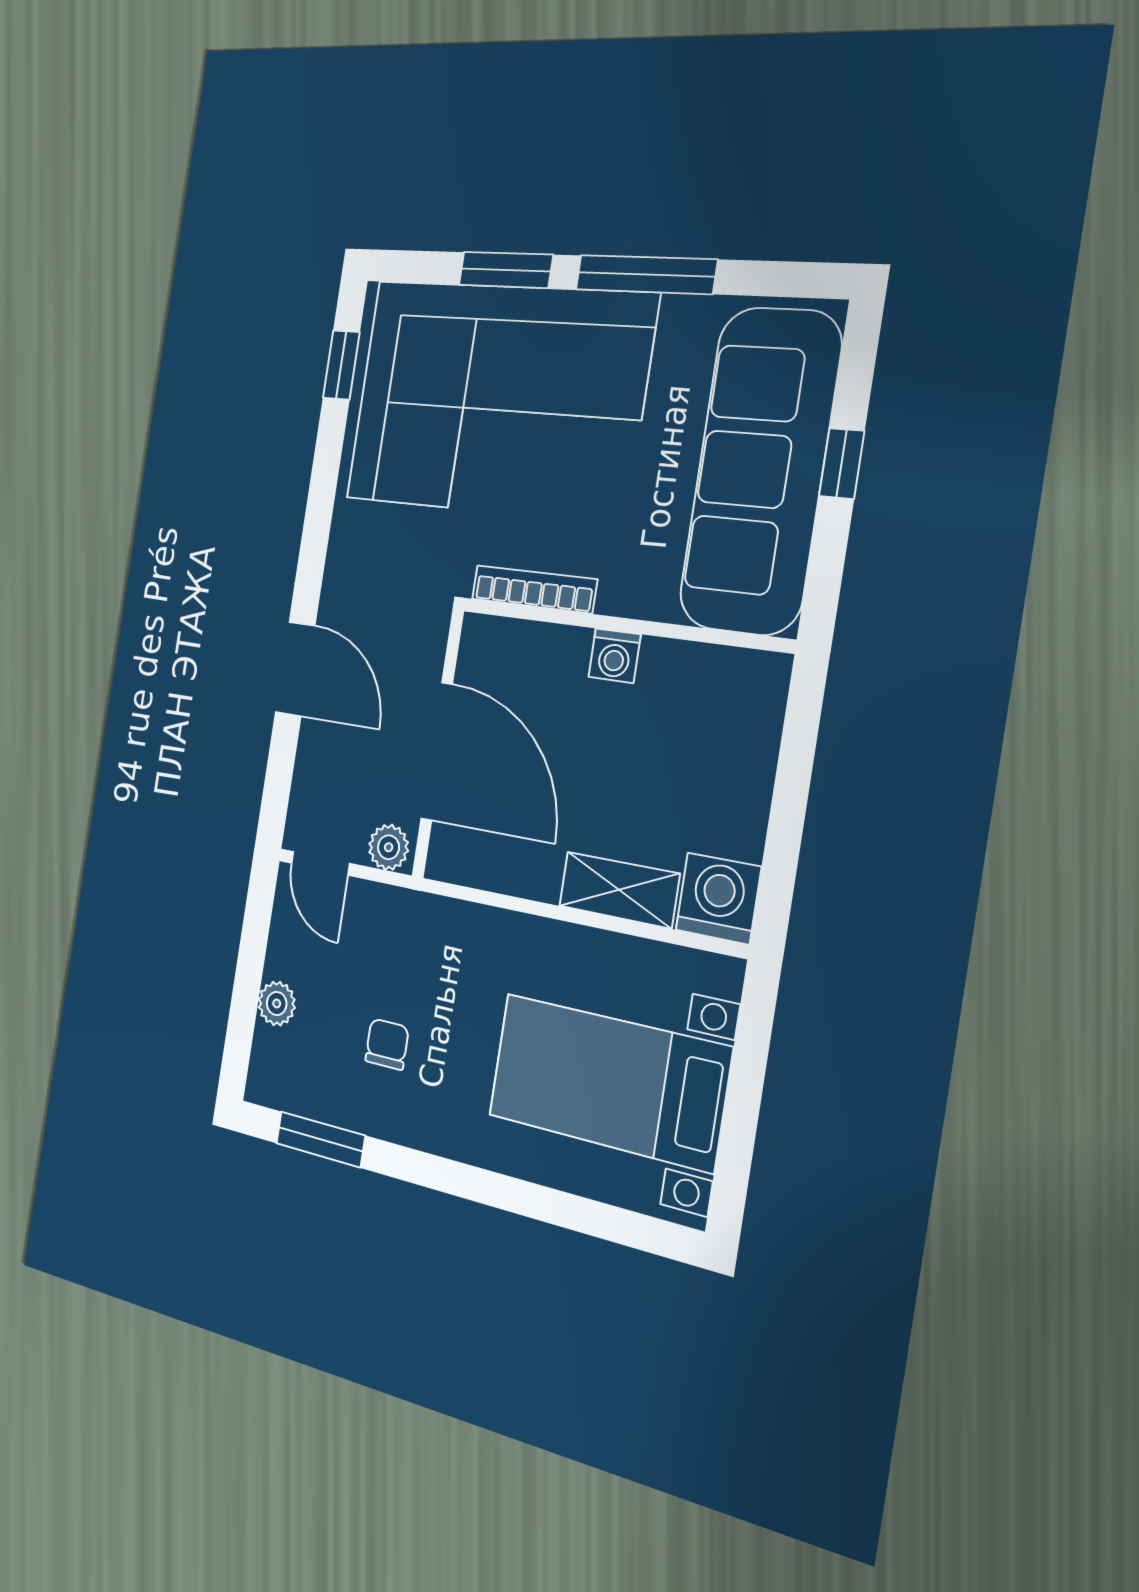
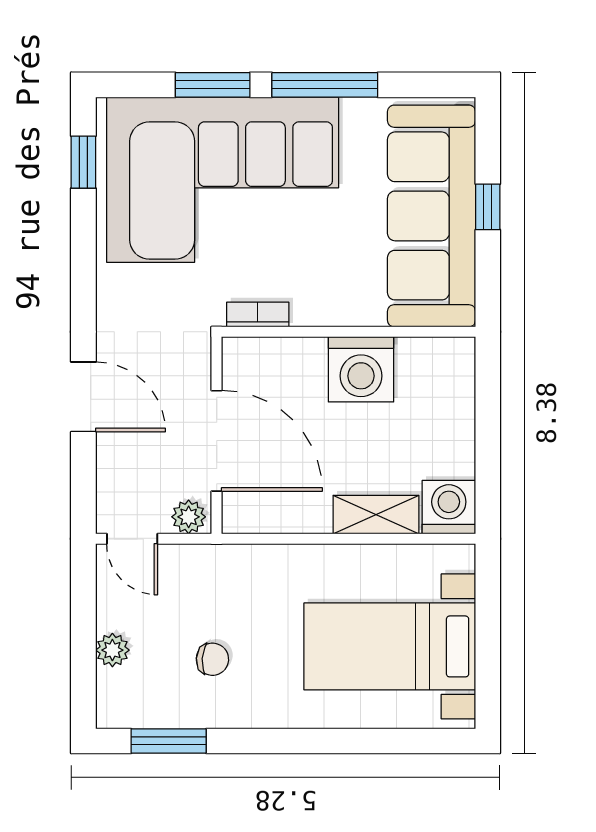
bookcase: (534, 589) -> (258, 314), width x0.64
washing machine: (615, 656) -> (361, 369), width x1.89, depth x1.89
chair: (387, 1044) -> (212, 659), turned 94

